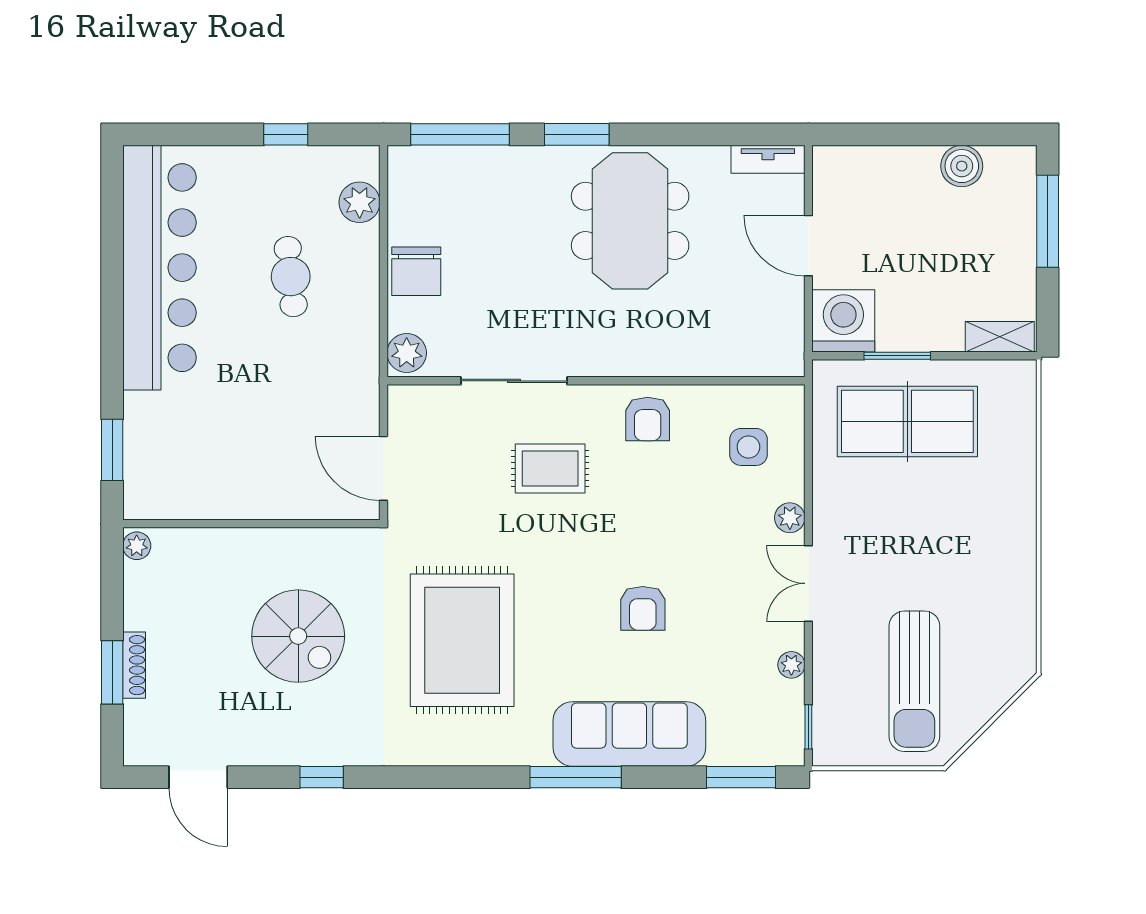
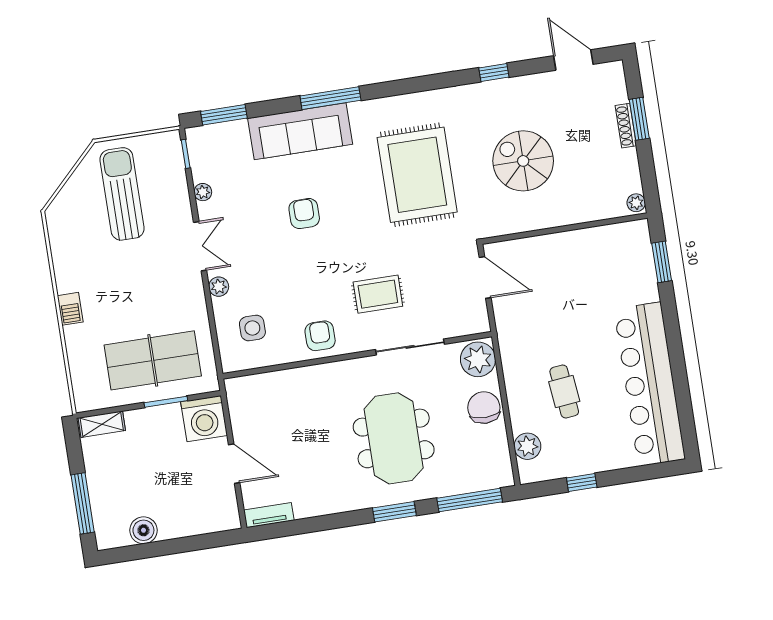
meeting table: (630, 221) -> (394, 438), moved
plant: (407, 353) -> (478, 359), width x1.36, depth x1.36
barbecue: (1020, 519) -> (70, 309), added

